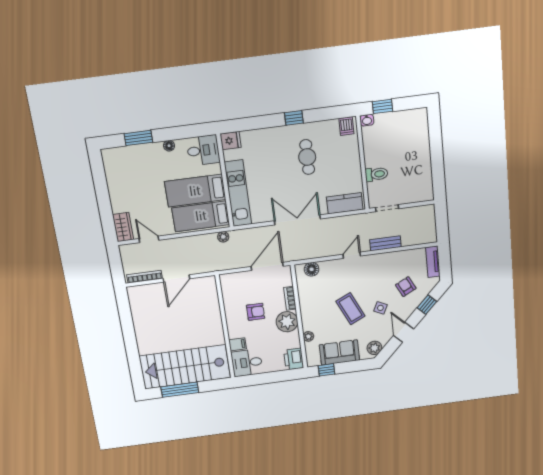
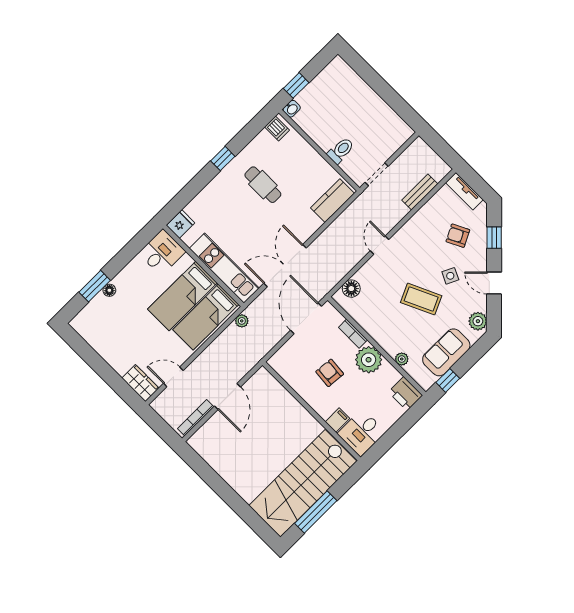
floor lamp: (169, 146) -> (109, 290), moved
double door: (297, 220) -> (285, 266), moved
bench: (385, 243) -> (420, 192), moved
armchair: (256, 312) -> (330, 373), turned -85

